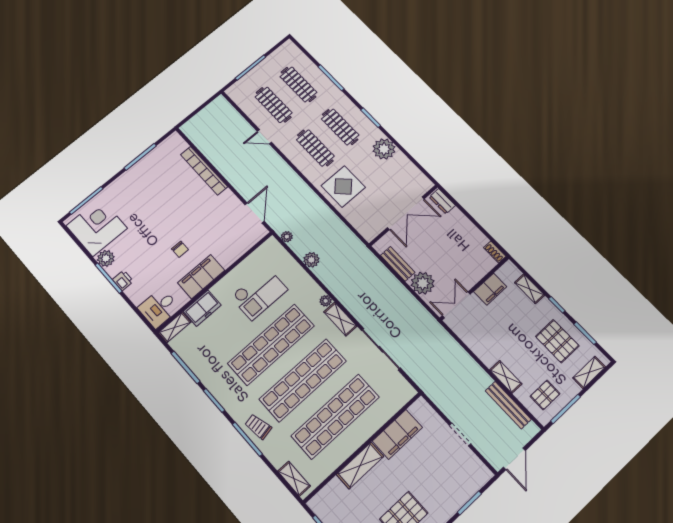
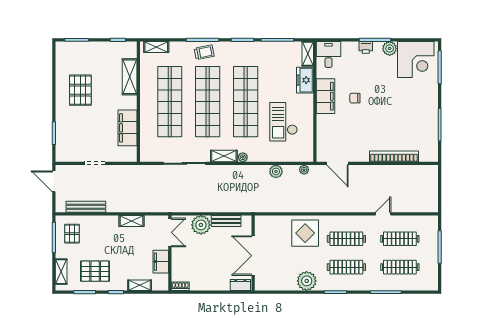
shelving: (506, 377) -> (132, 221), moved
shelving: (360, 465) -> (130, 77), moved

